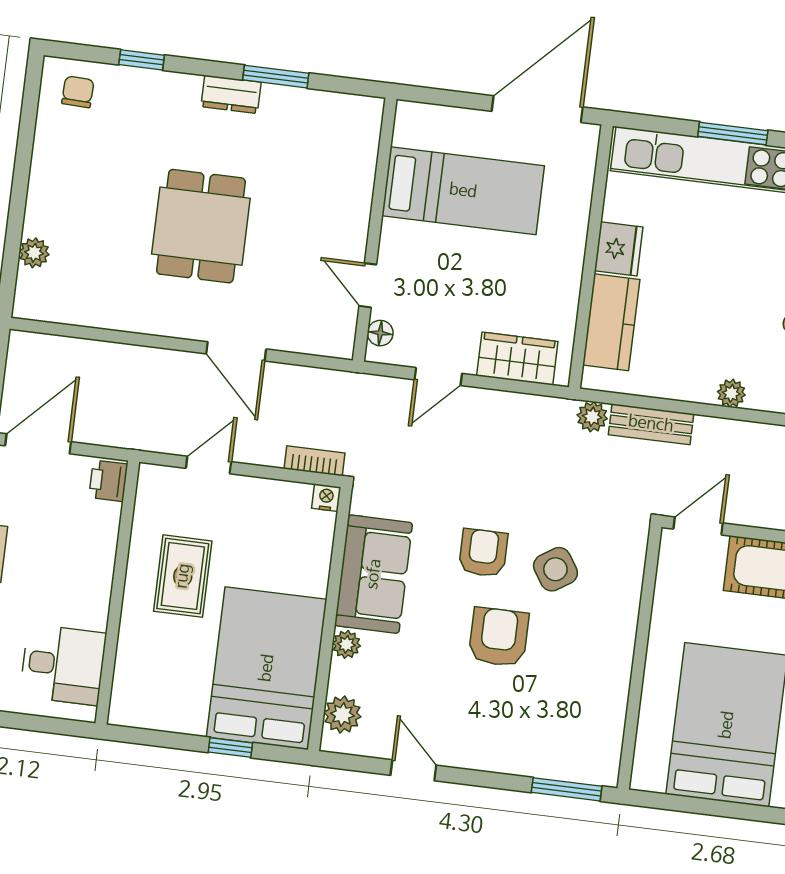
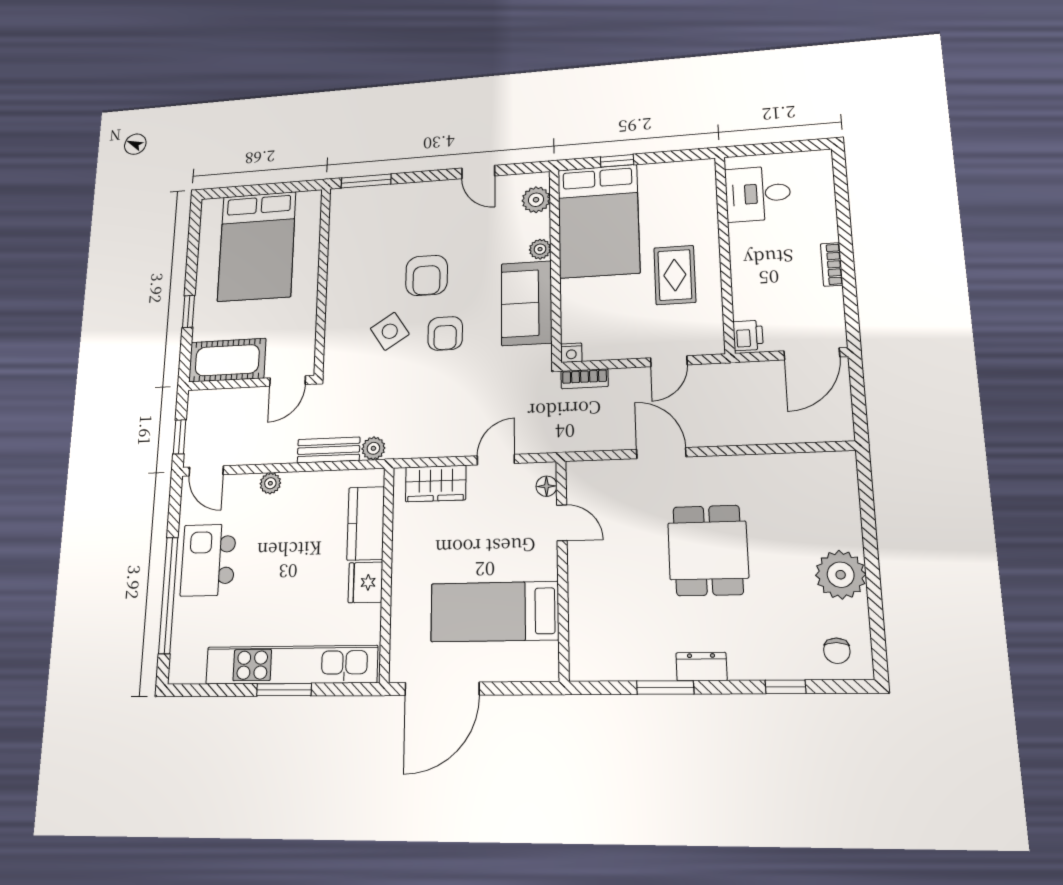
plant: (34, 253) -> (841, 575), moved, width x1.88, depth x1.88

